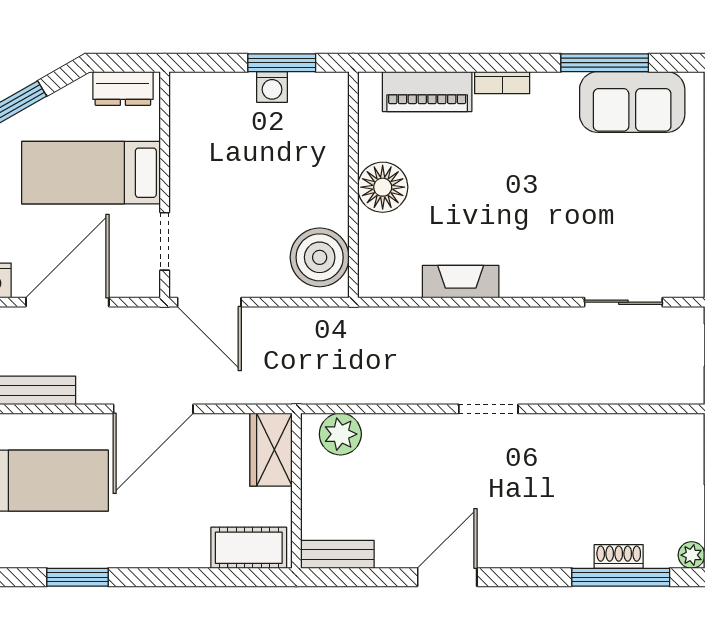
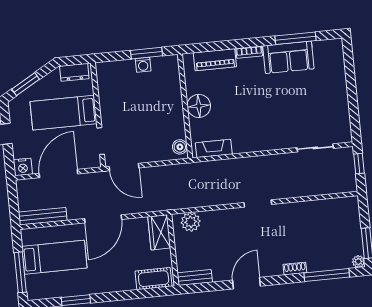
sofa: (632, 102) -> (288, 57), moved
boiler: (320, 257) -> (180, 147), width x0.54, depth x0.54
fireplace: (461, 282) -> (214, 148), moved
shoe rack: (619, 556) -> (295, 269), moved

